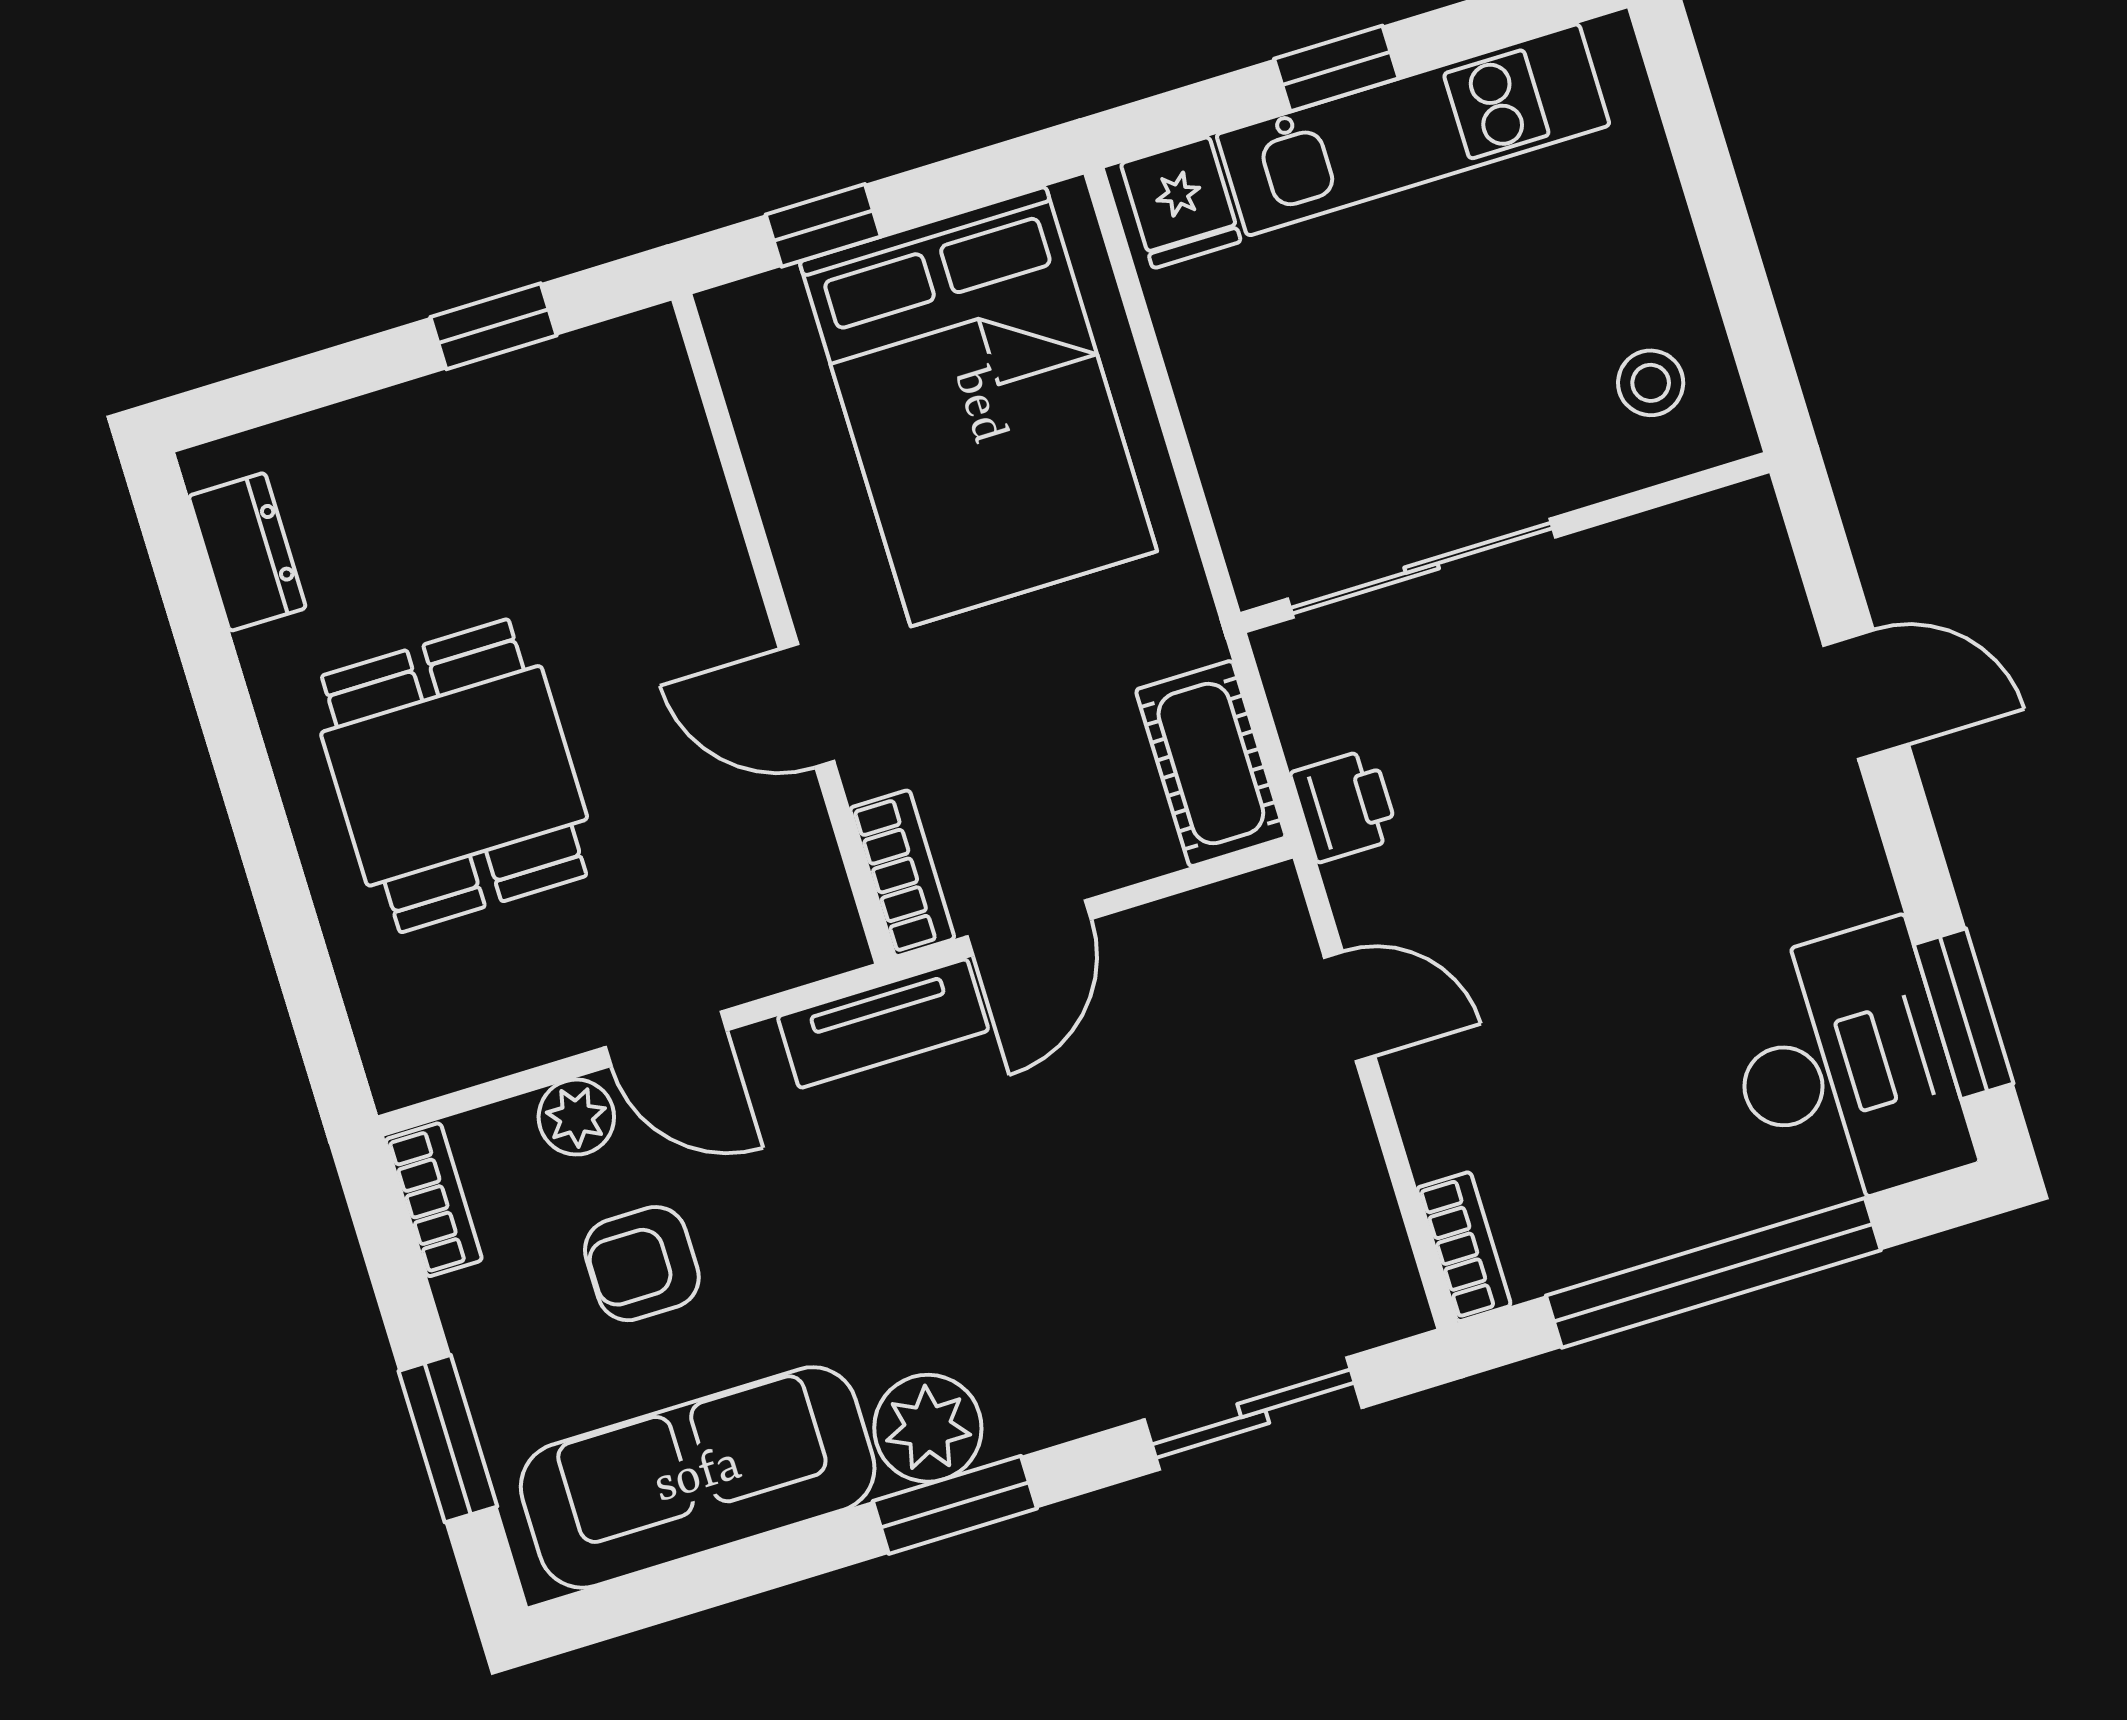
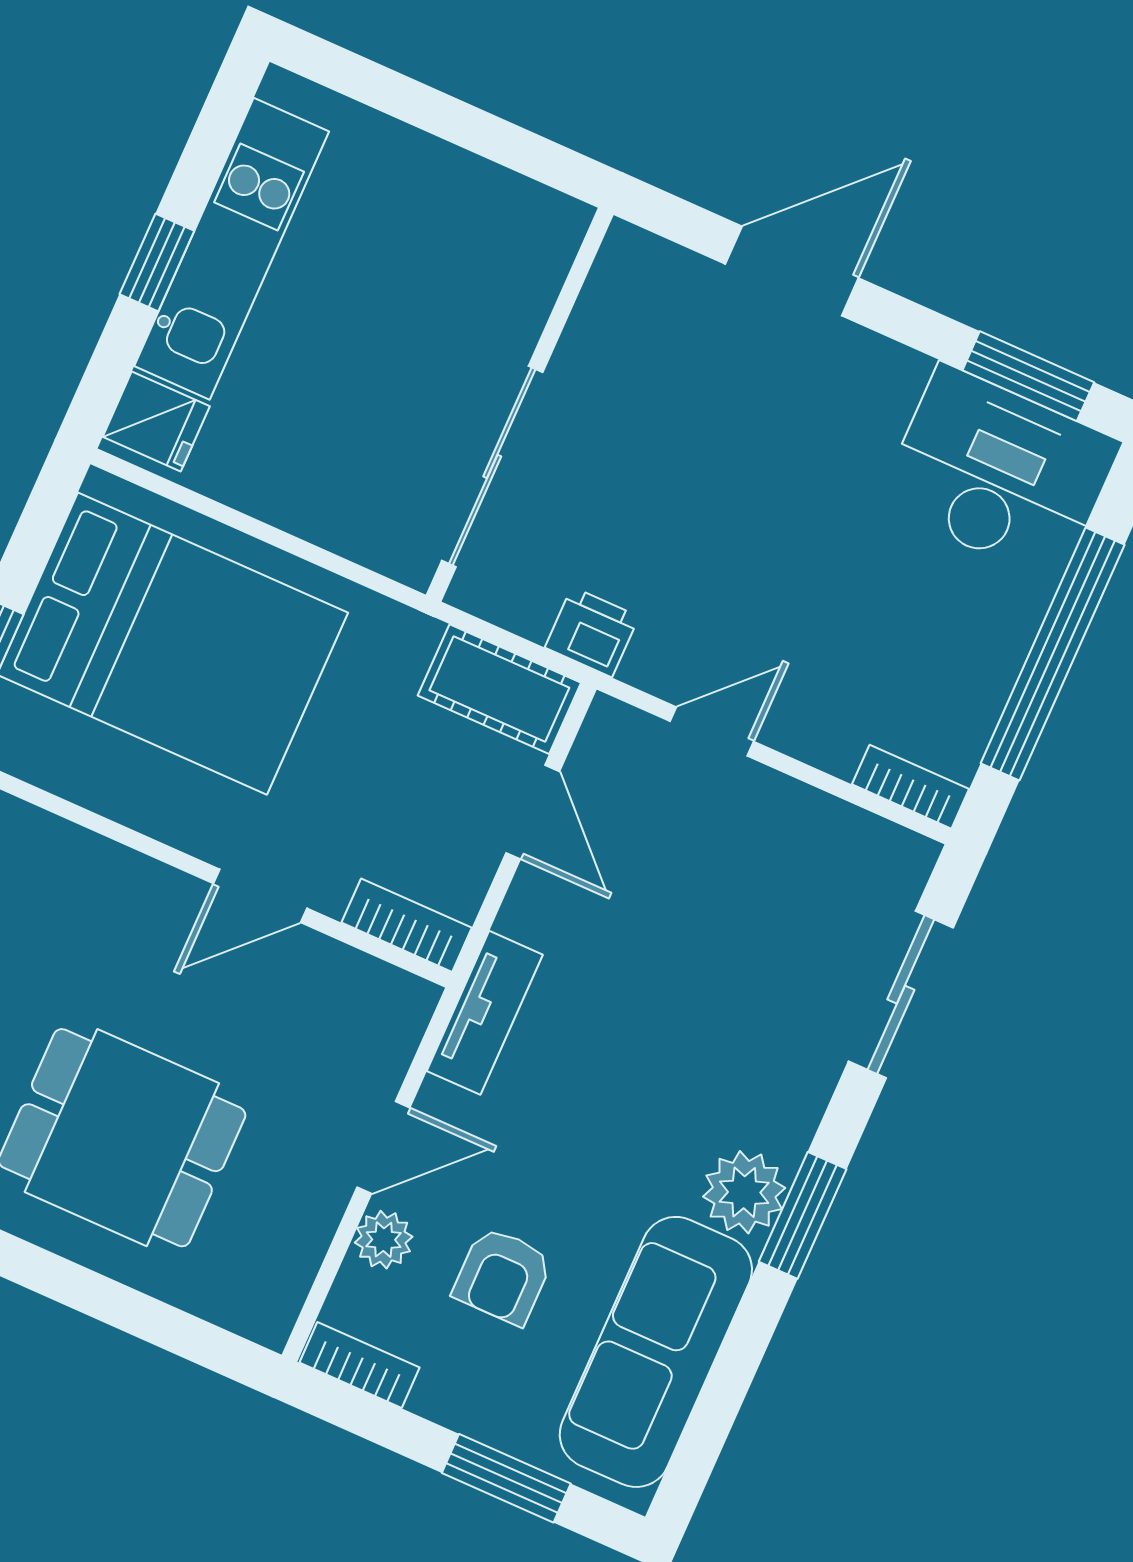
stool: (1651, 383) -> (500, 238), removed
door: (1866, 695) -> (792, 271), width x1.38
door: (1029, 928) -> (533, 812), moved

